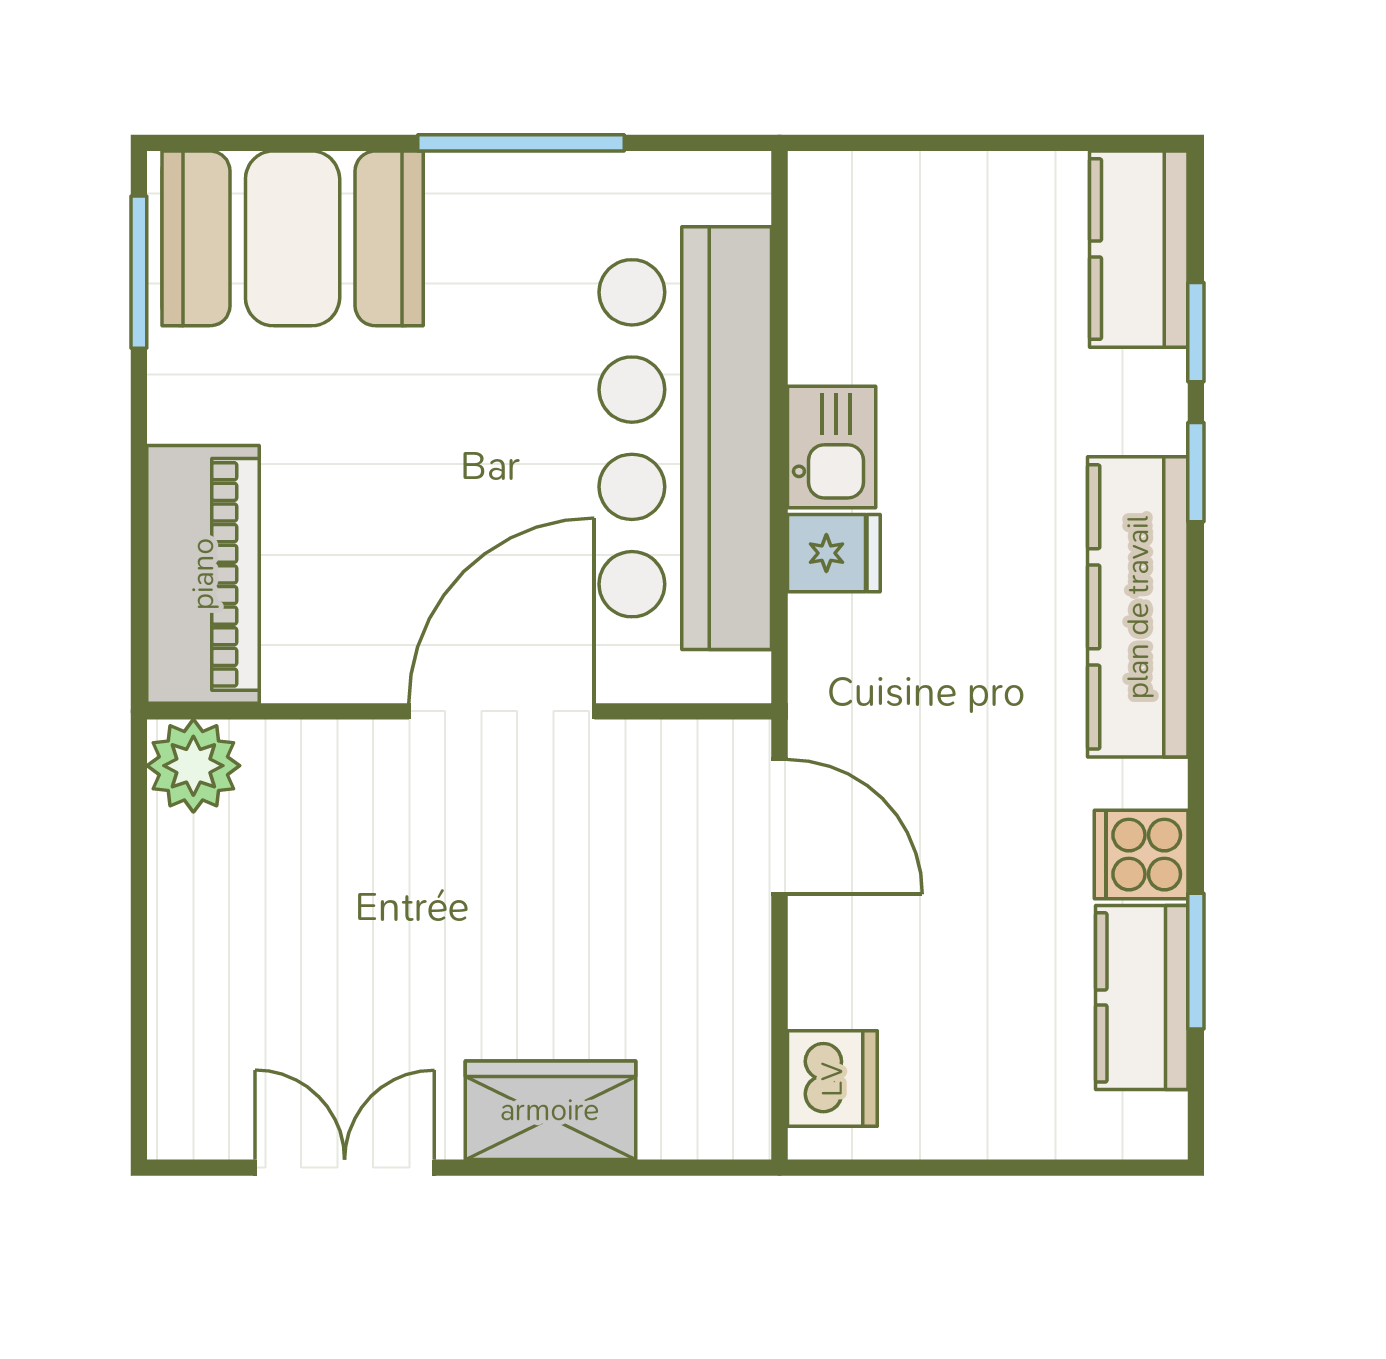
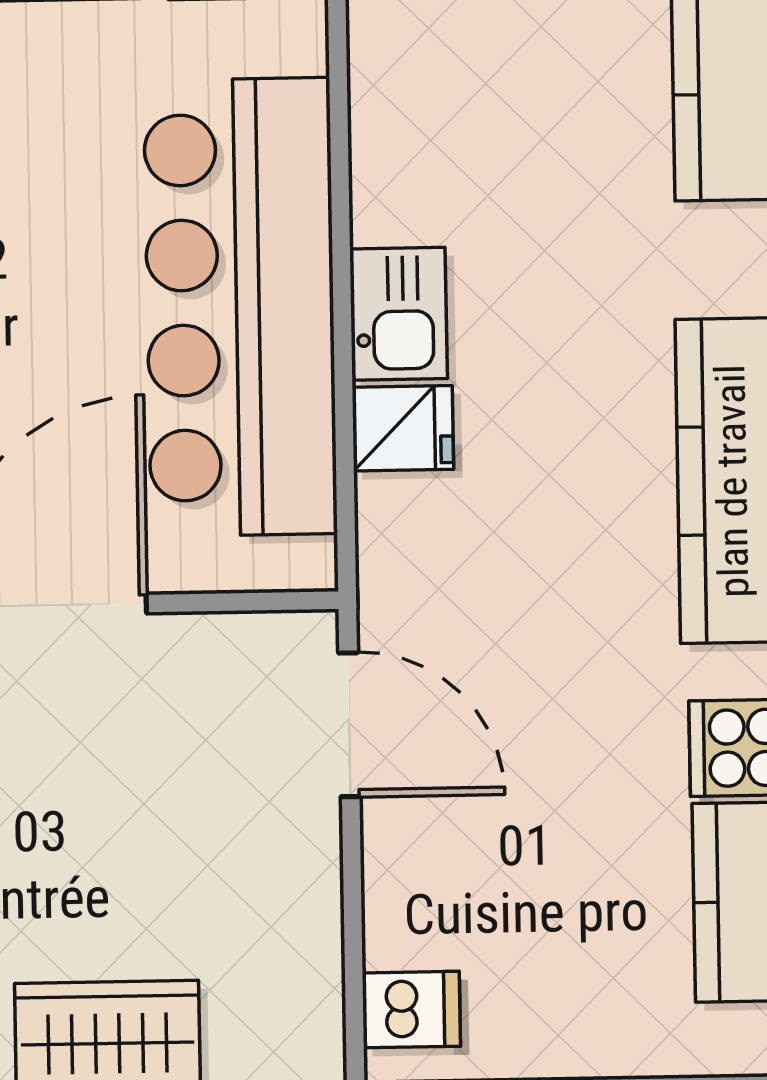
dishwasher: (832, 1079) -> (411, 1010), width x0.73

